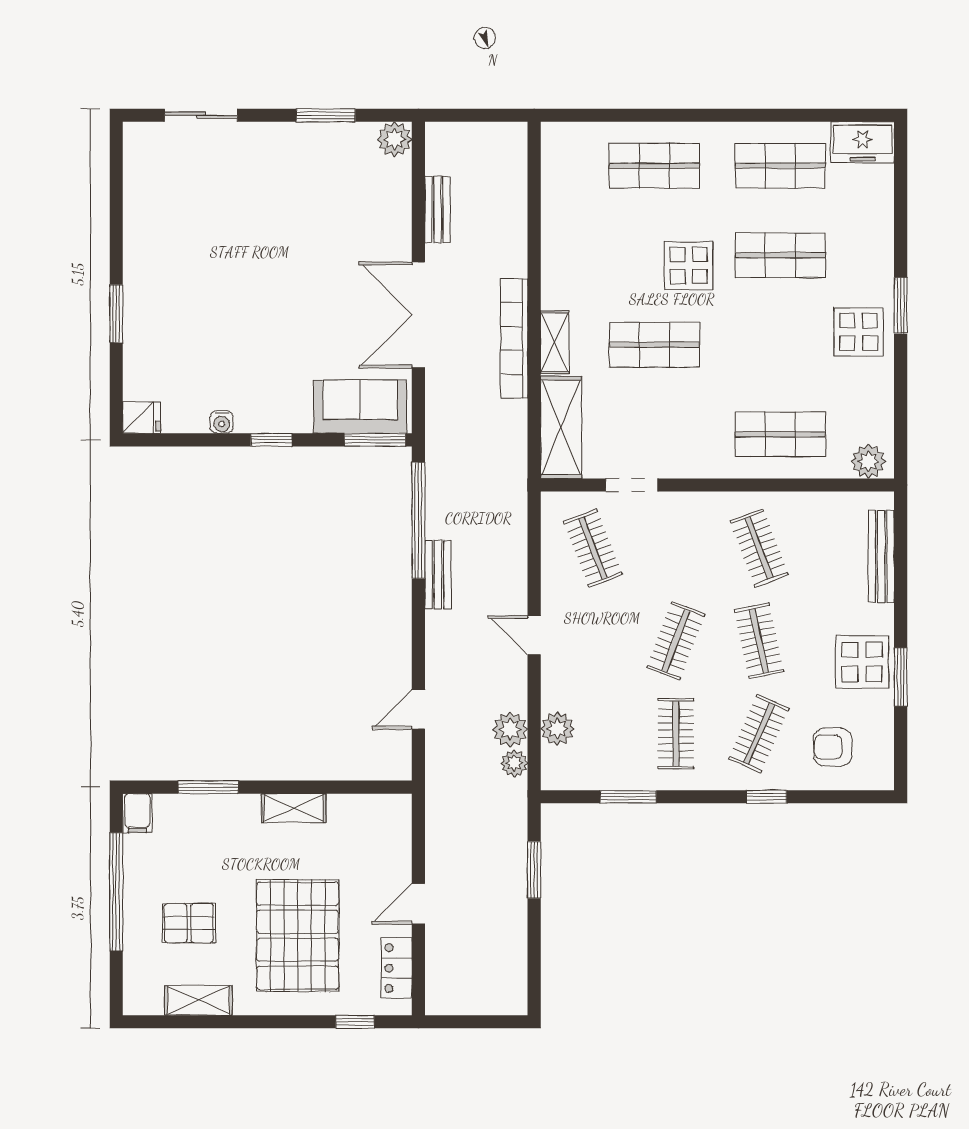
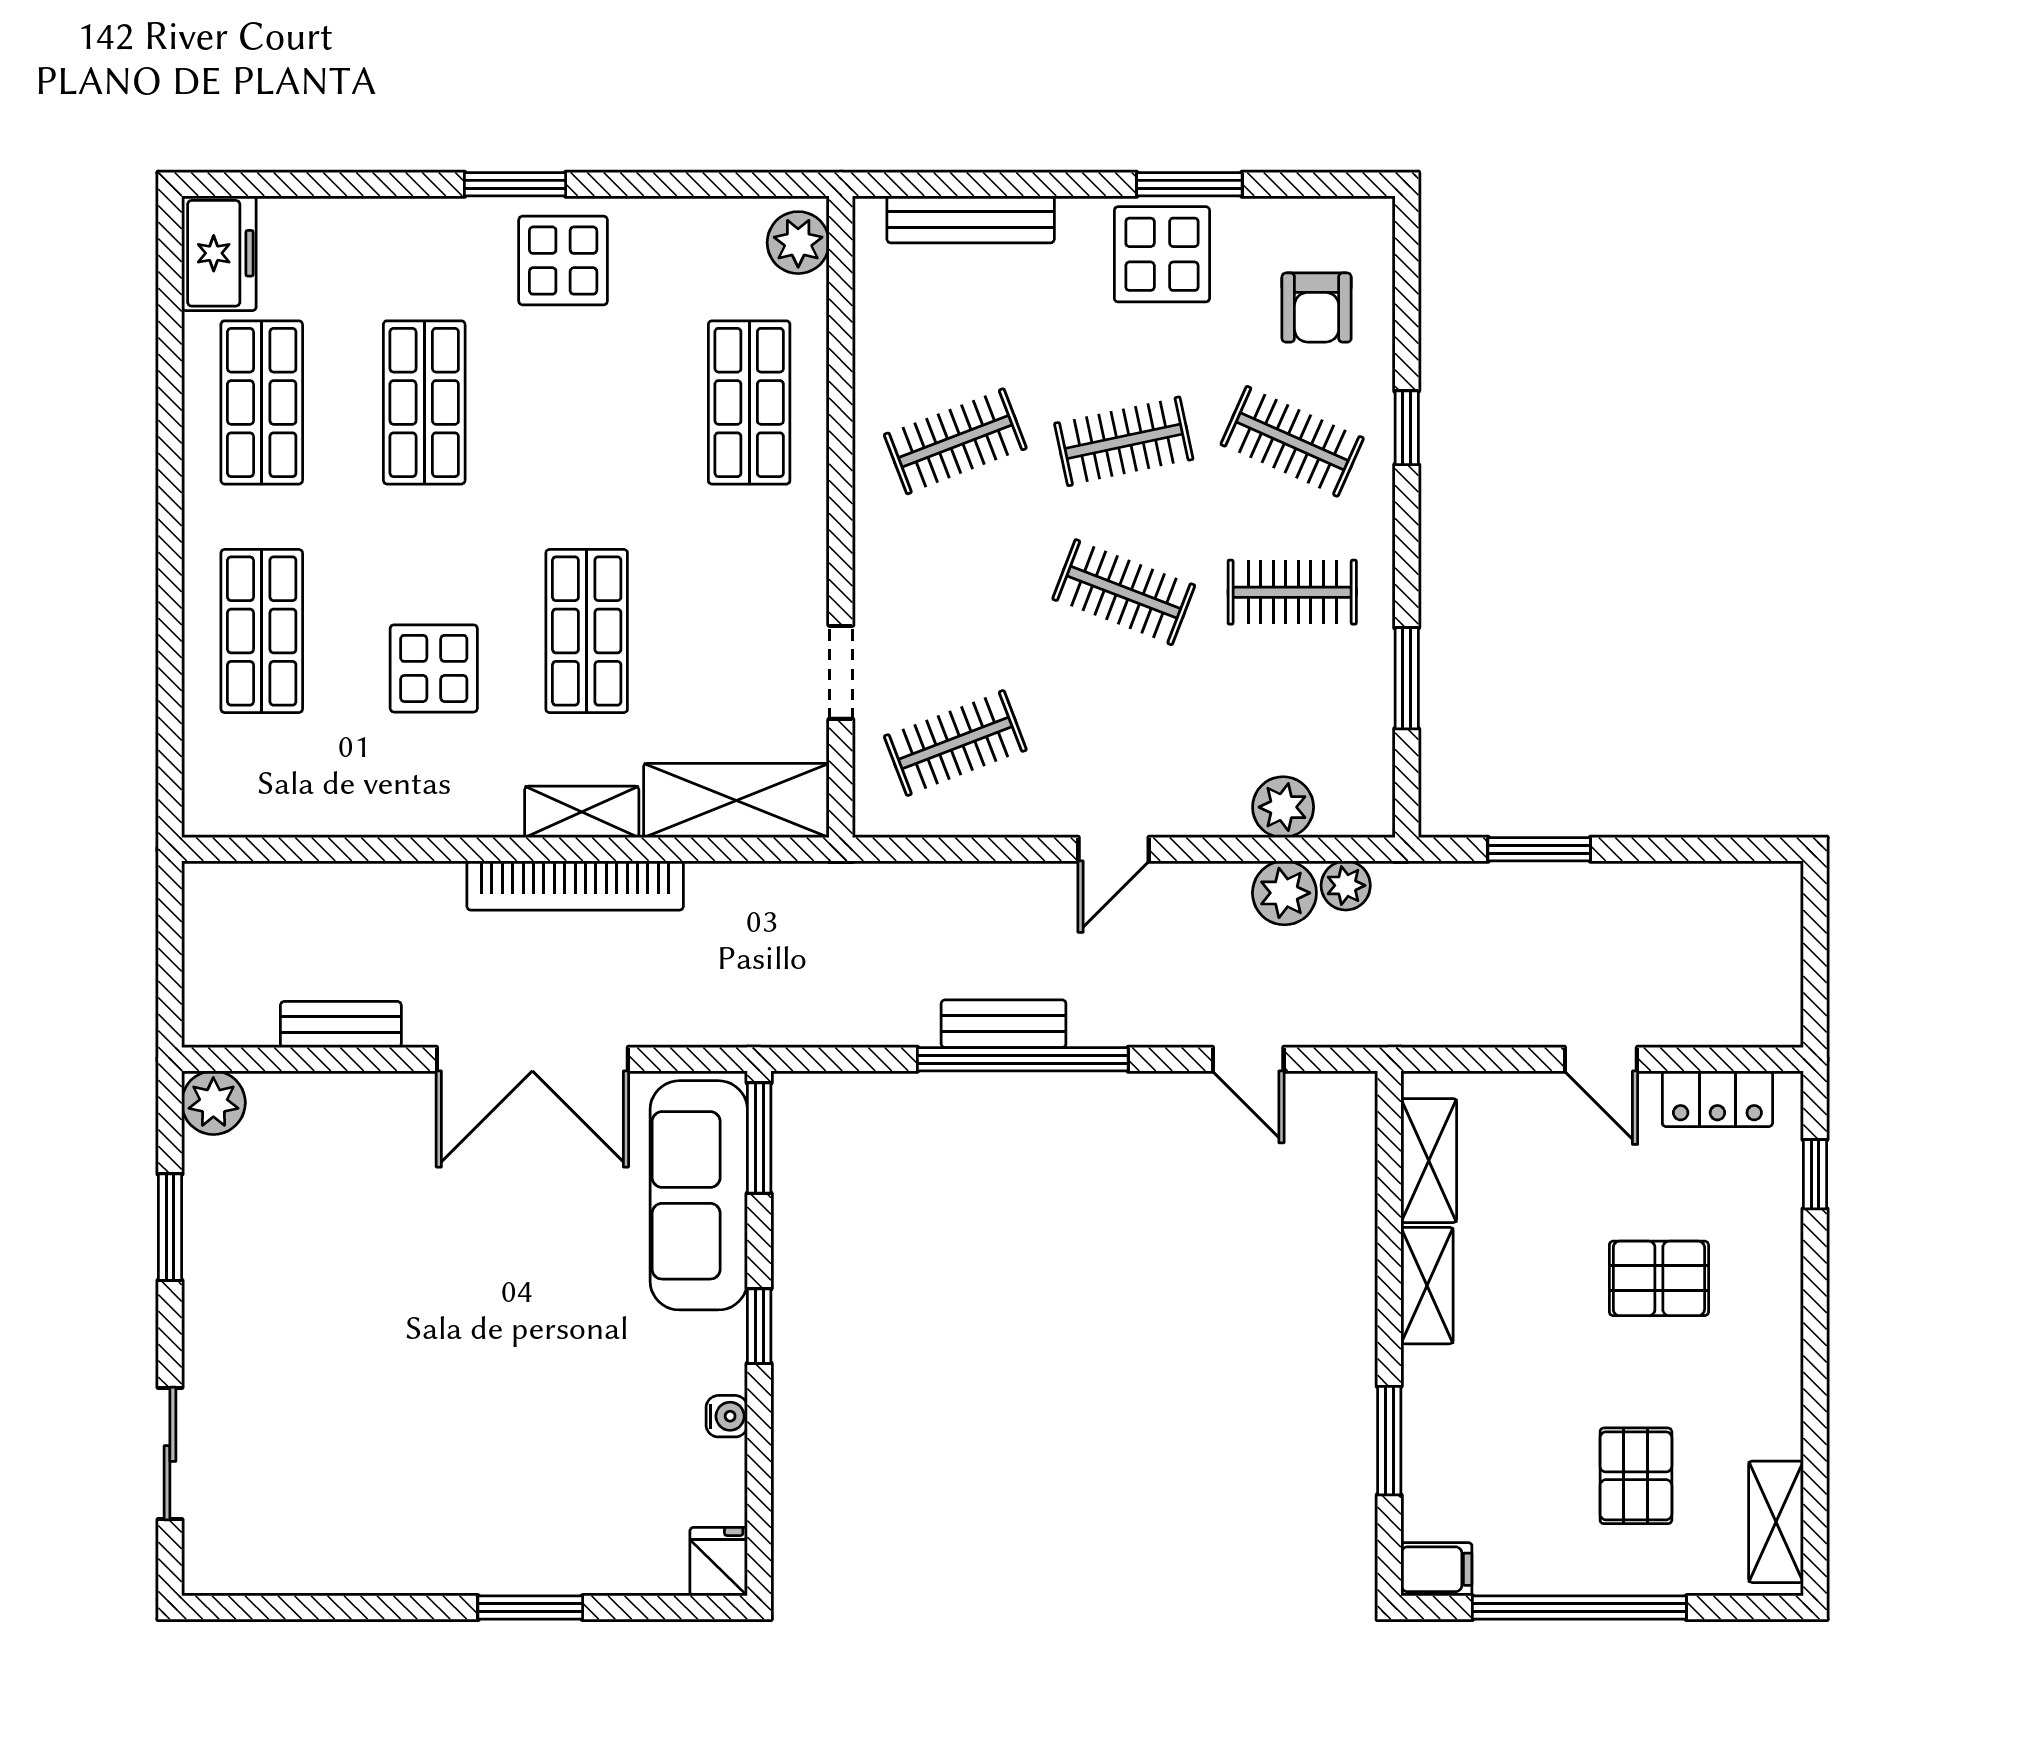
display table: (689, 266) -> (434, 668), moved
sofa: (360, 407) -> (699, 1195), width x1.36
window: (418, 520) -> (1023, 1059), moved
shelving: (363, 809) -> (1429, 1161), added
pallet: (298, 936) -> (1659, 1278), width x0.49, depth x0.50
shelving: (199, 1000) -> (1776, 1522), moved

